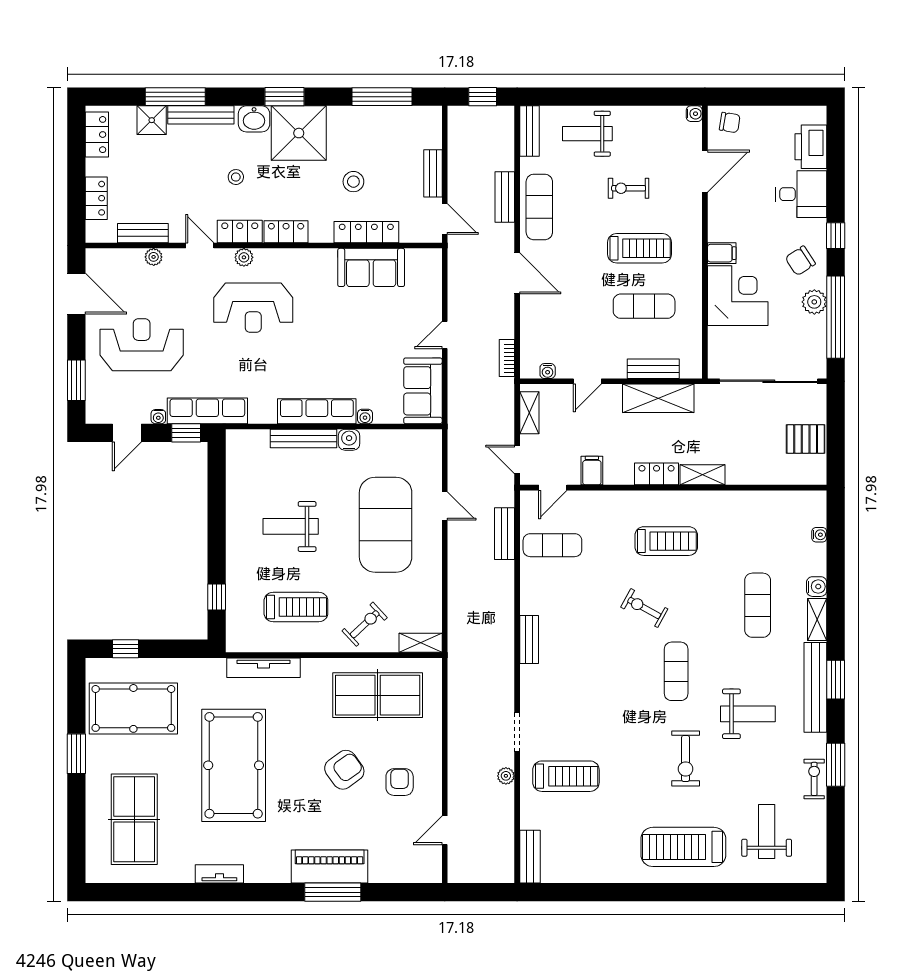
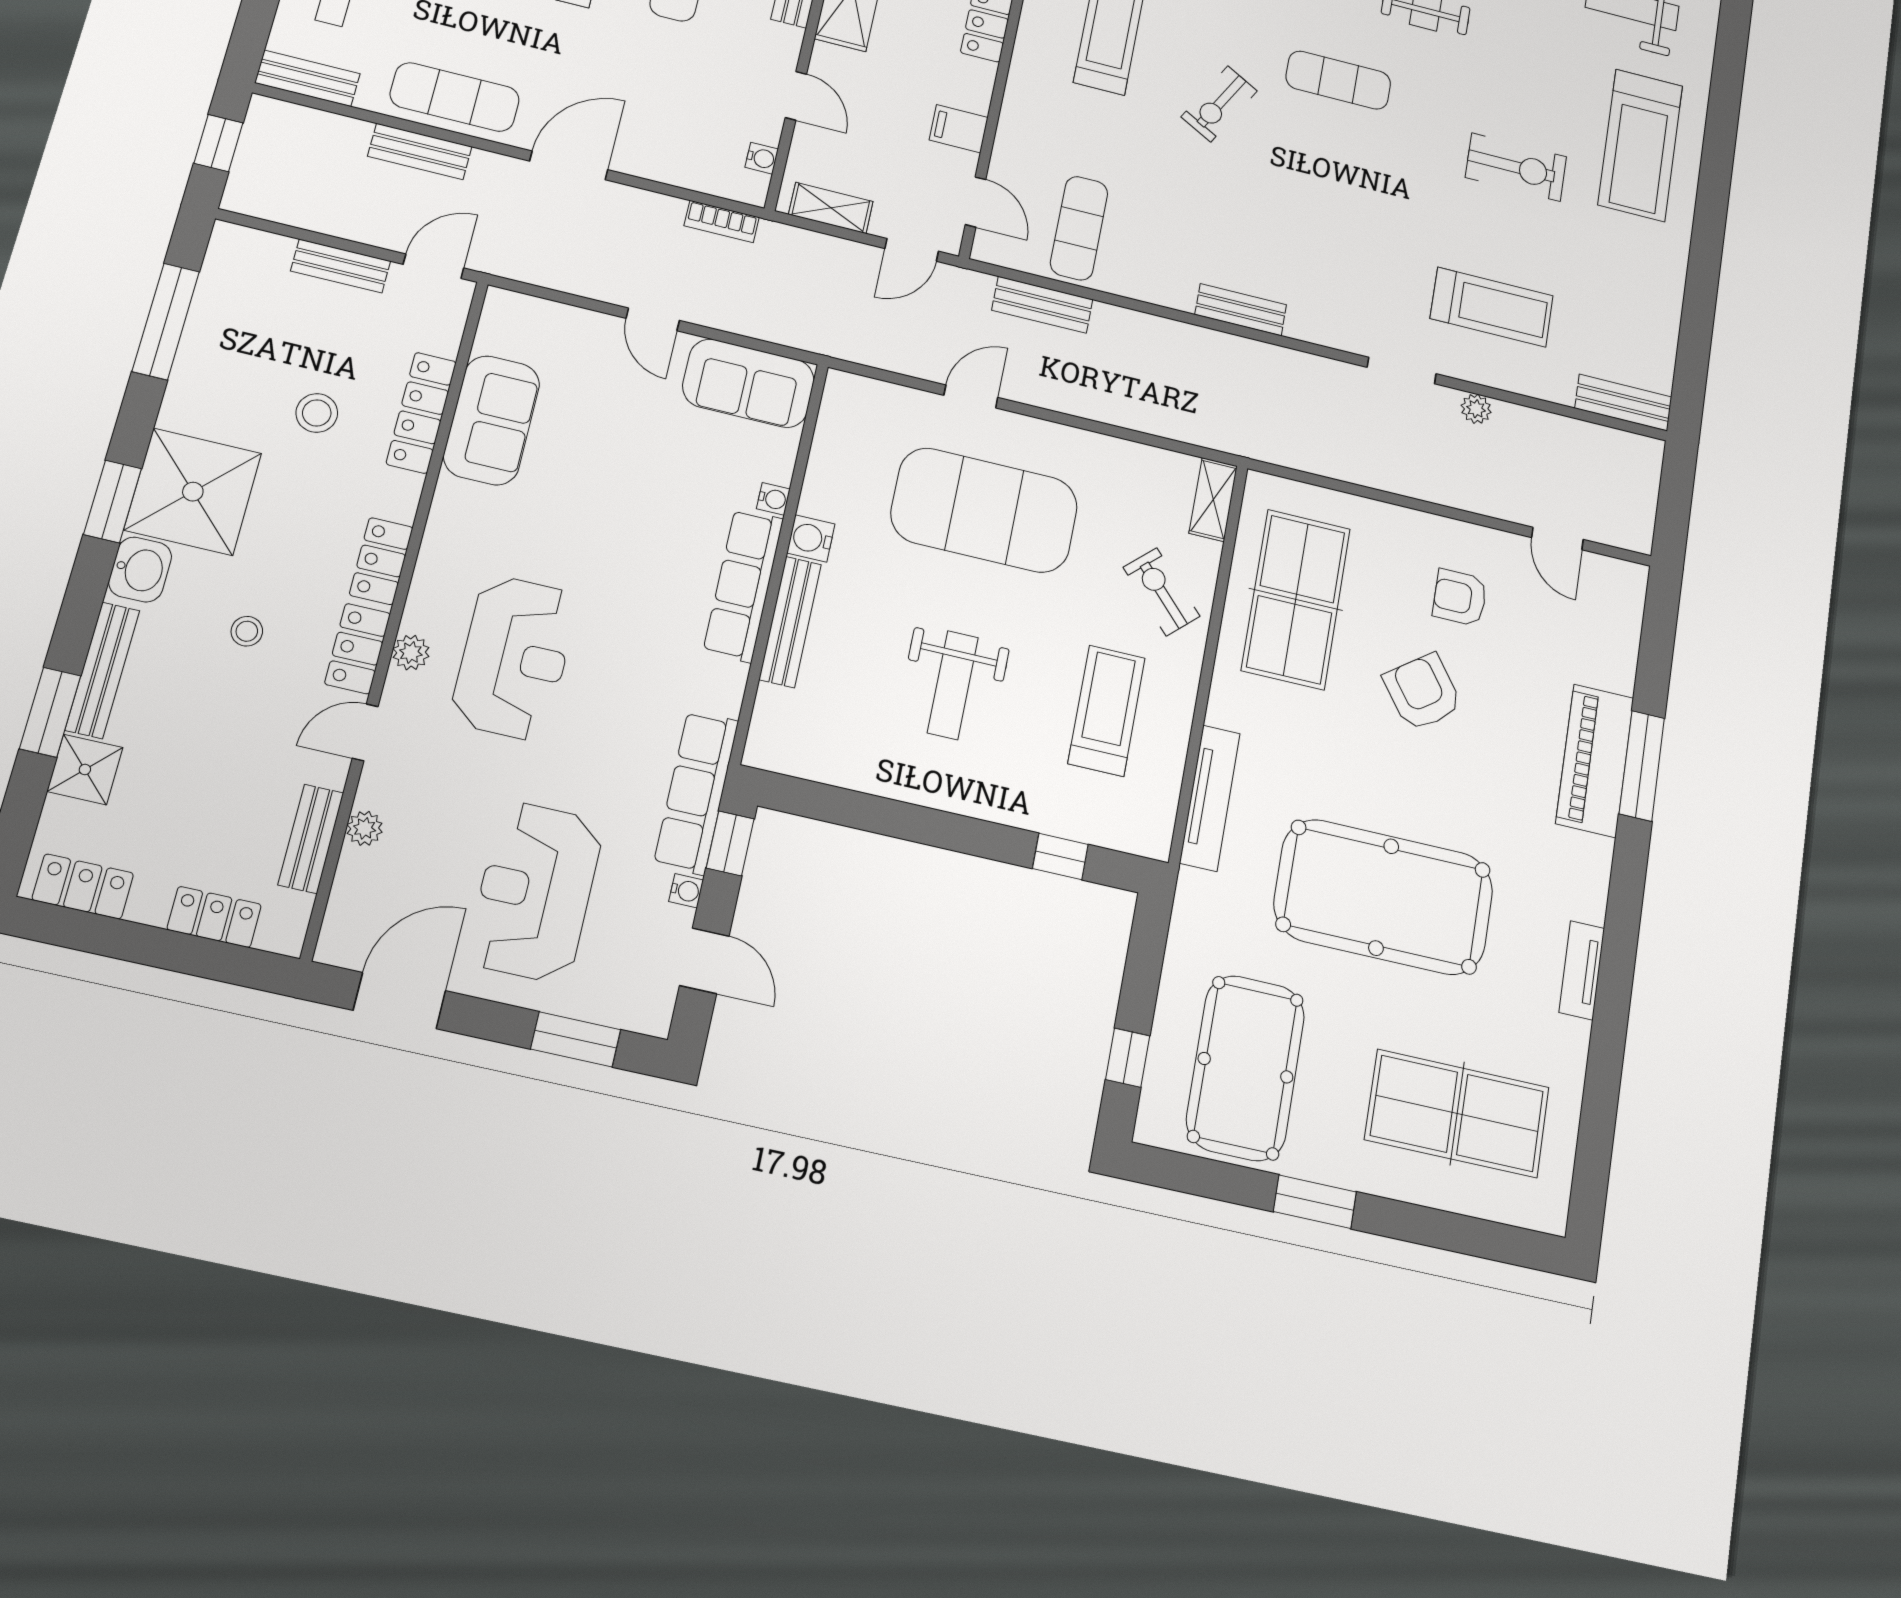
window: (175, 97) -> (50, 712), width x0.69
exercise bike: (686, 758) -> (1516, 167), moved
treadmill: (566, 776) -> (1492, 307), turned 90

